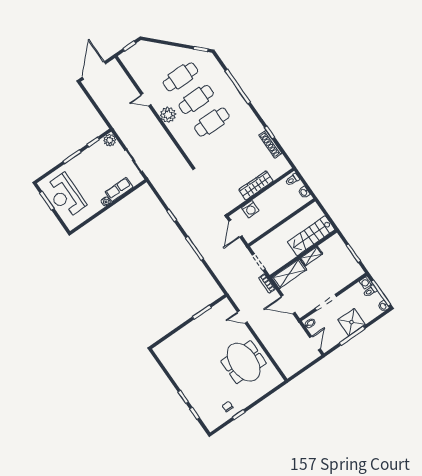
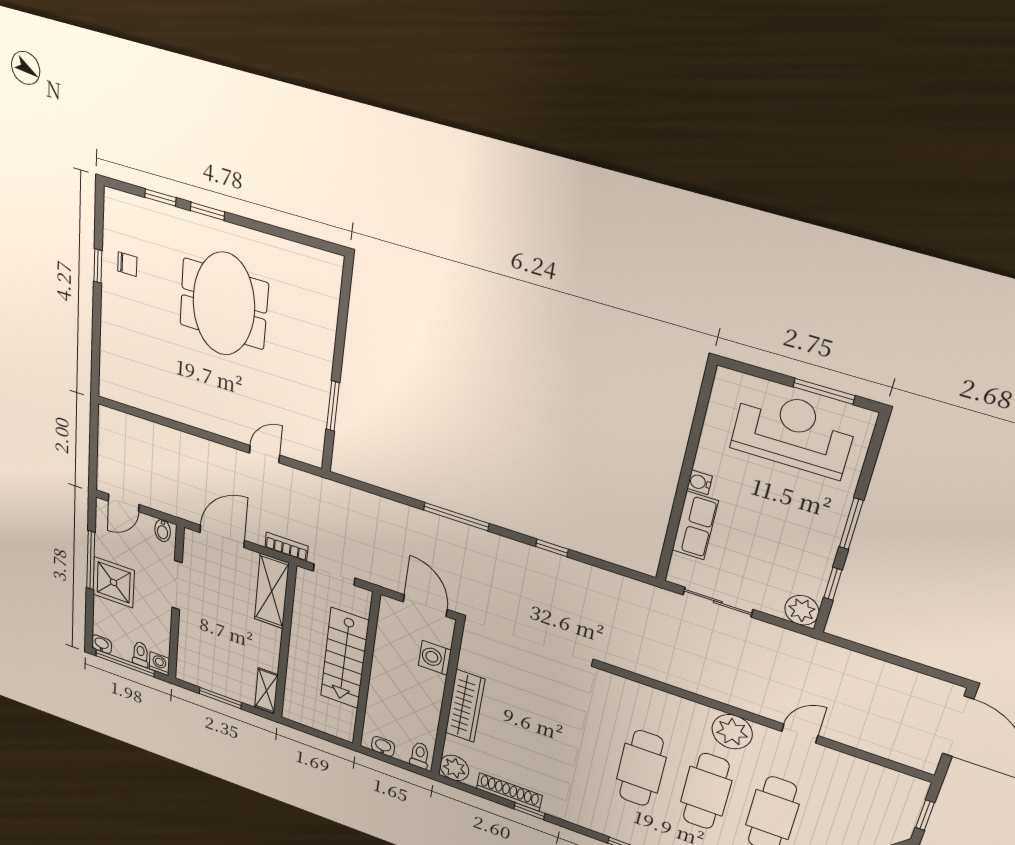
plant: (283, 166) -> (454, 768), added
stairs: (311, 236) -> (345, 658), moved, turned 180
shelving: (311, 256) -> (266, 691), moved
door: (315, 343) -> (124, 503), hinge flipped
meeting table: (244, 362) -> (224, 304), moved, turned 90

